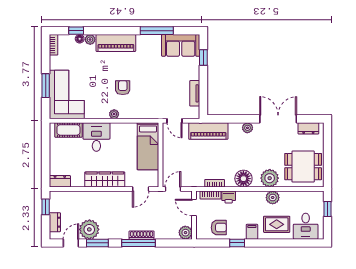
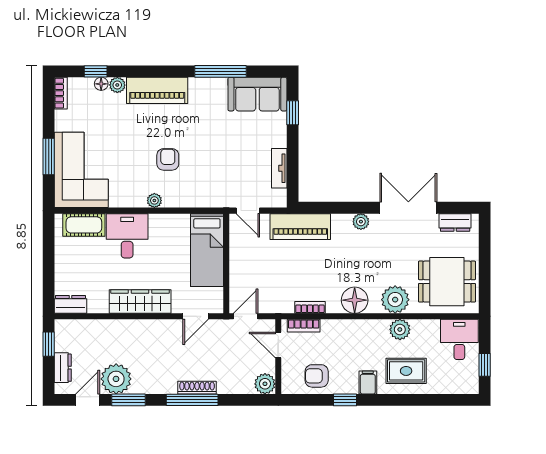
printer: (229, 197) -> (332, 329), removed
window: (327, 209) -> (485, 365), moved
desk: (306, 226) -> (459, 339), moved, turned 180
armchair: (219, 228) -> (317, 376), turned 180

